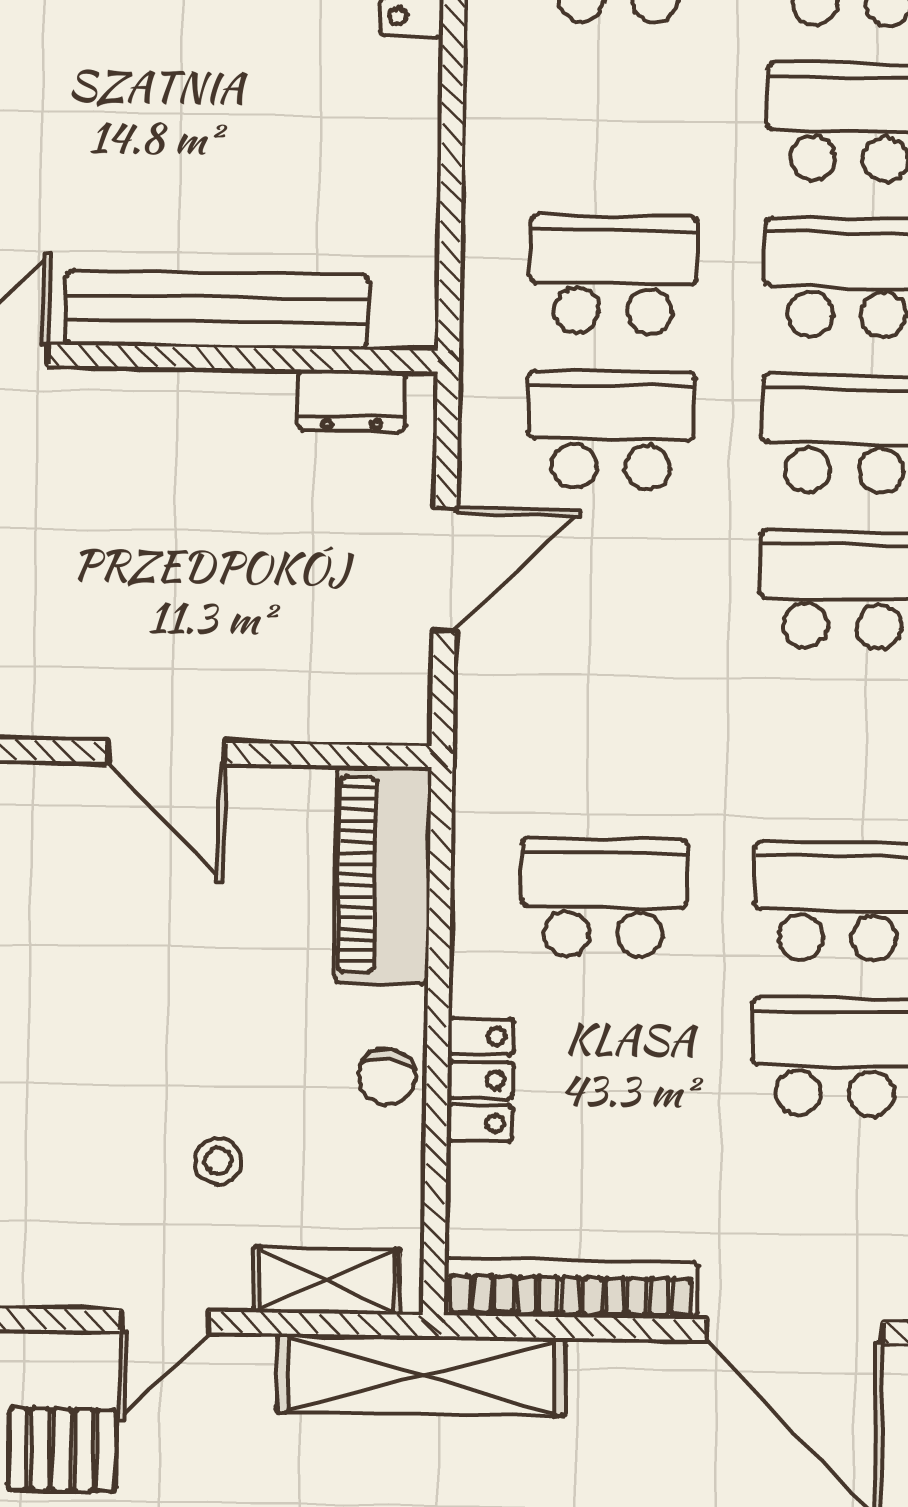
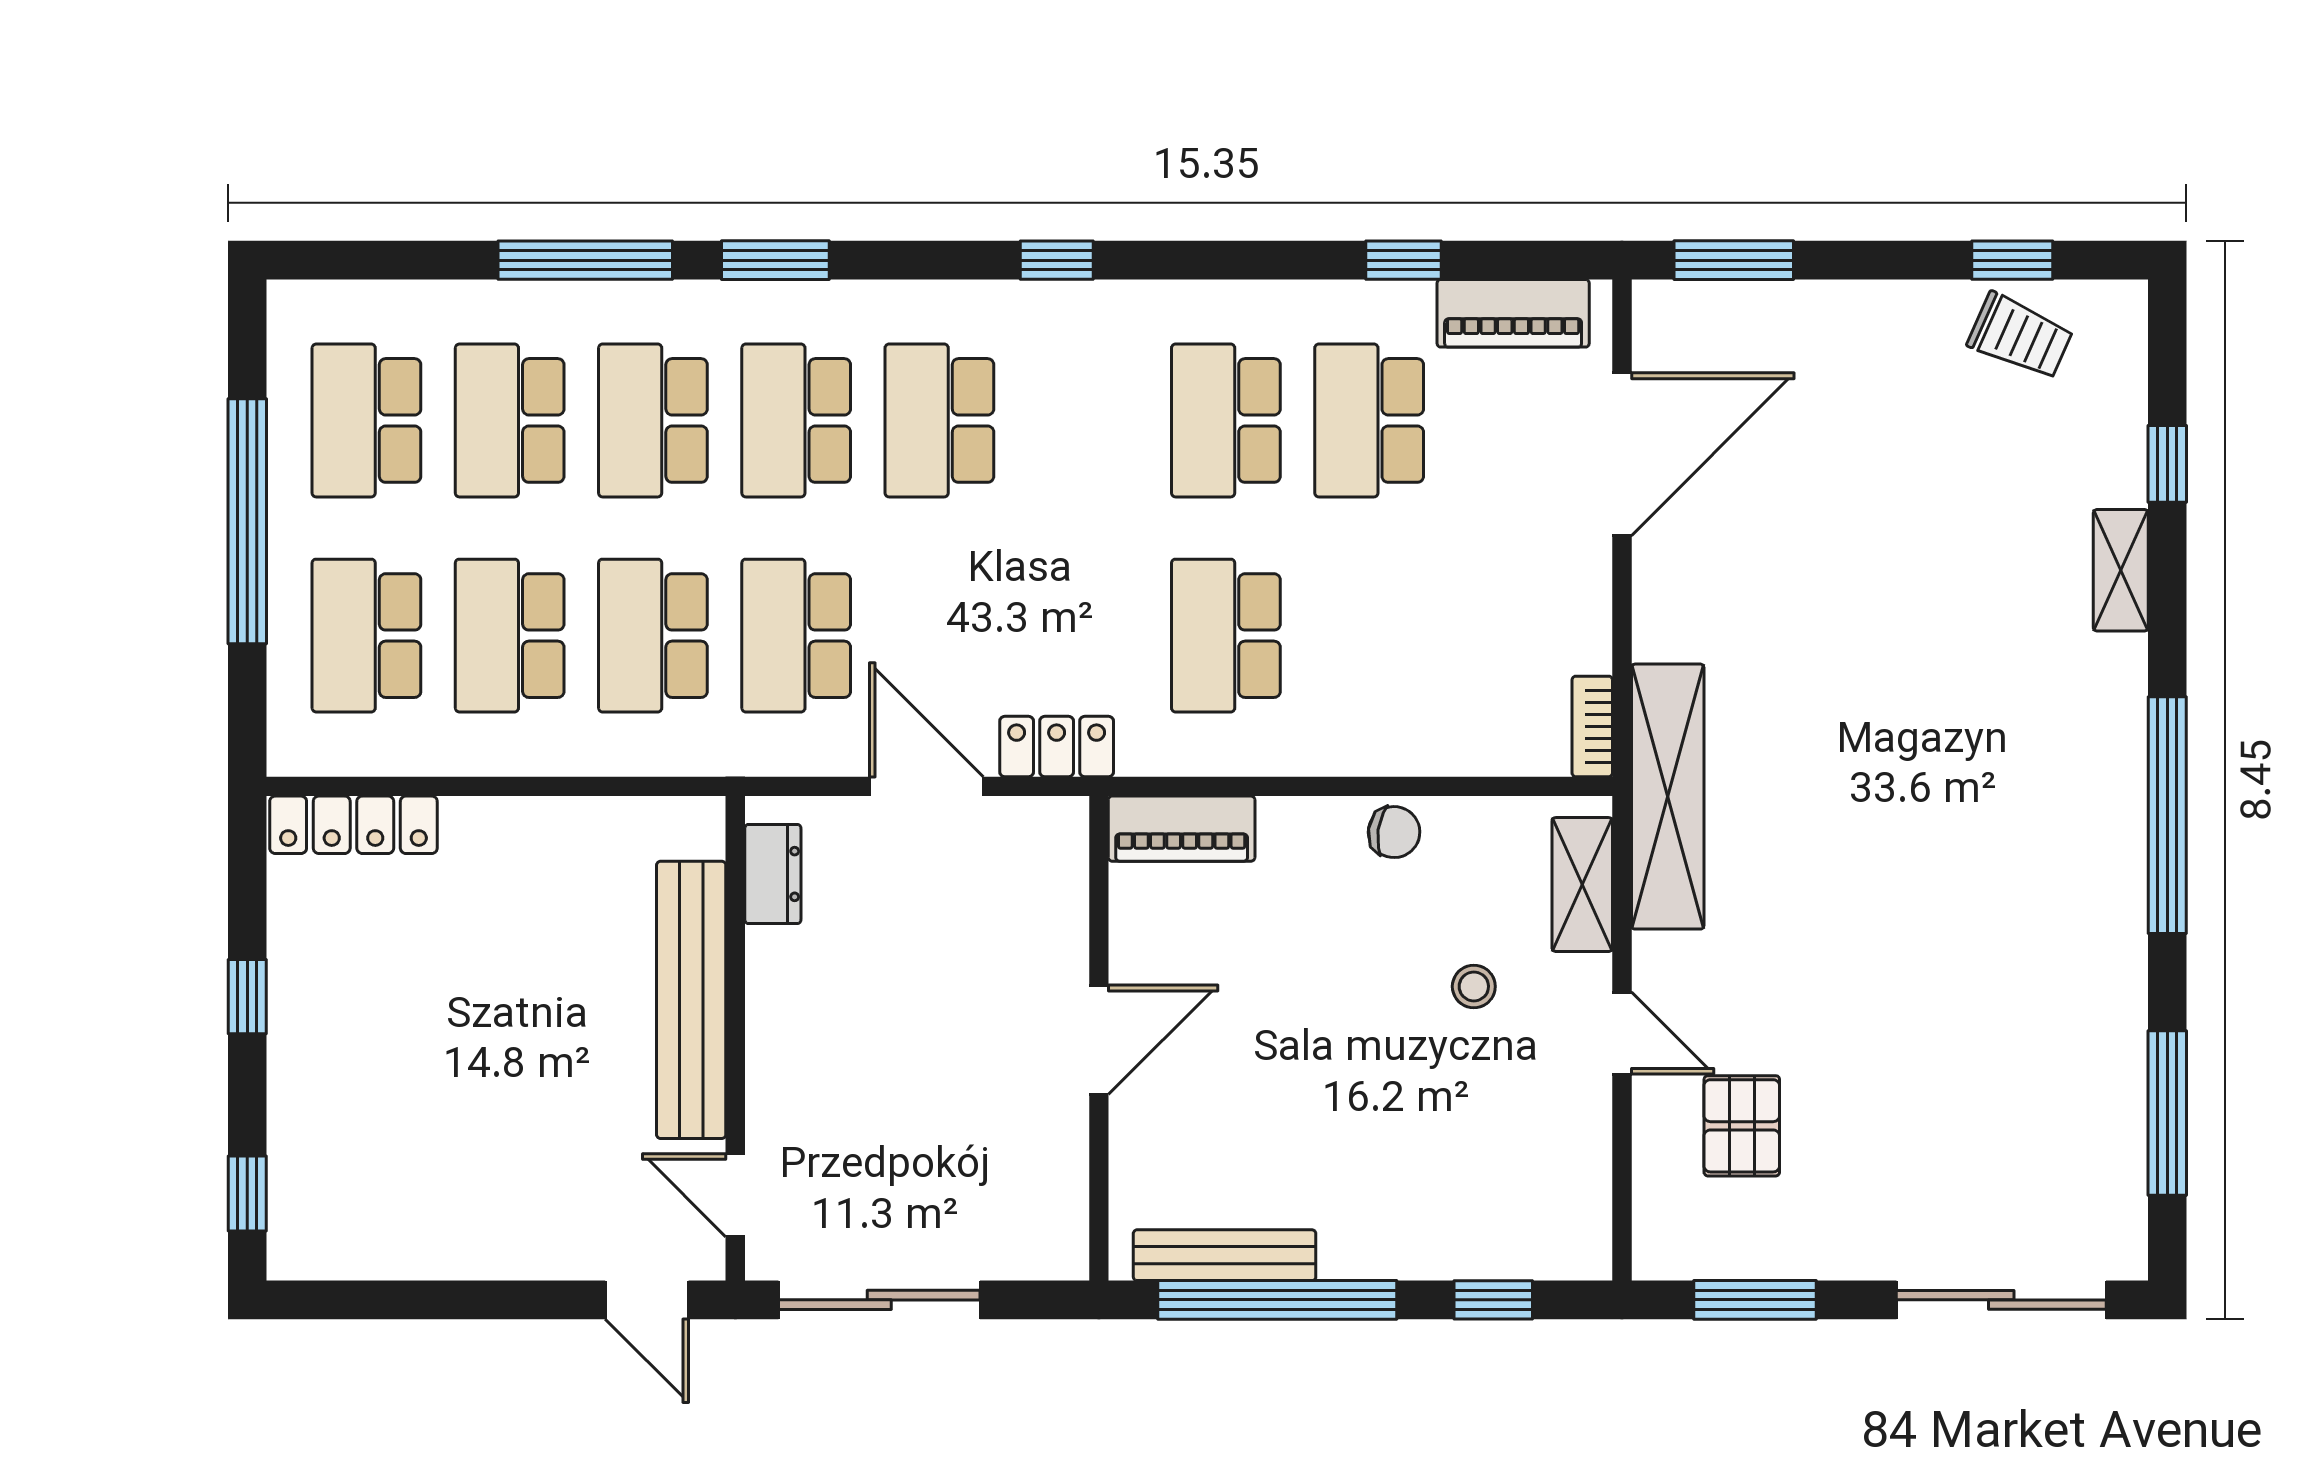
school desk: (616, 119) -> (510, 636), added
piano: (383, 875) -> (1182, 829), width x0.73, depth x0.75
locker: (480, 1080) -> (1057, 747), moved
bookcase: (571, 1289) -> (1592, 726), width x0.43, depth x0.76

